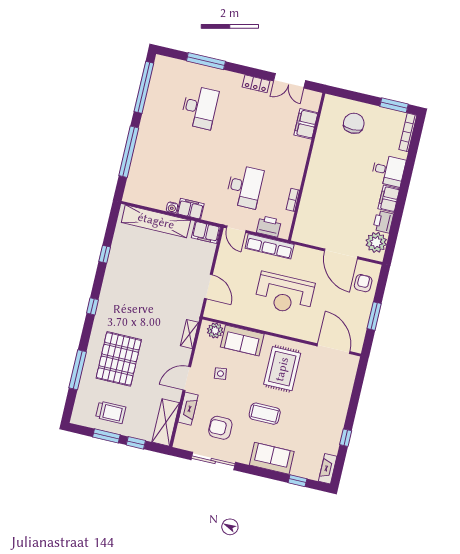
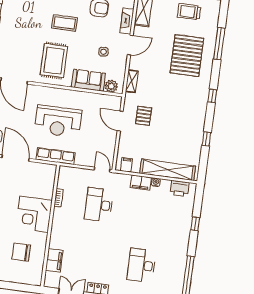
chair: (354, 123) -> (21, 252), moved, turned 90
window: (129, 152) -> (195, 224), width x0.32
corner desk: (325, 183) -> (34, 214), added
printer: (269, 226) -> (180, 188), moved
filing cabinet: (206, 232) -> (126, 165), width x0.50
row of seats: (270, 246) -> (56, 156), moved
pallet: (179, 290) -> (144, 116), added
reception desk: (285, 294) -> (58, 121), turned 180

